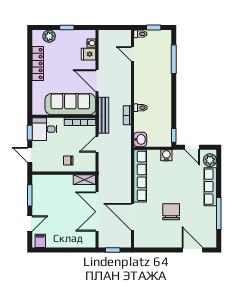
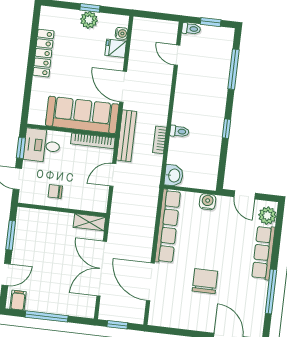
plant: (49, 36) -> (89, 20), moved
window: (174, 135) -> (227, 129), moved
chair: (68, 160) -> (55, 191), moved
window: (62, 250) -> (47, 316), added

